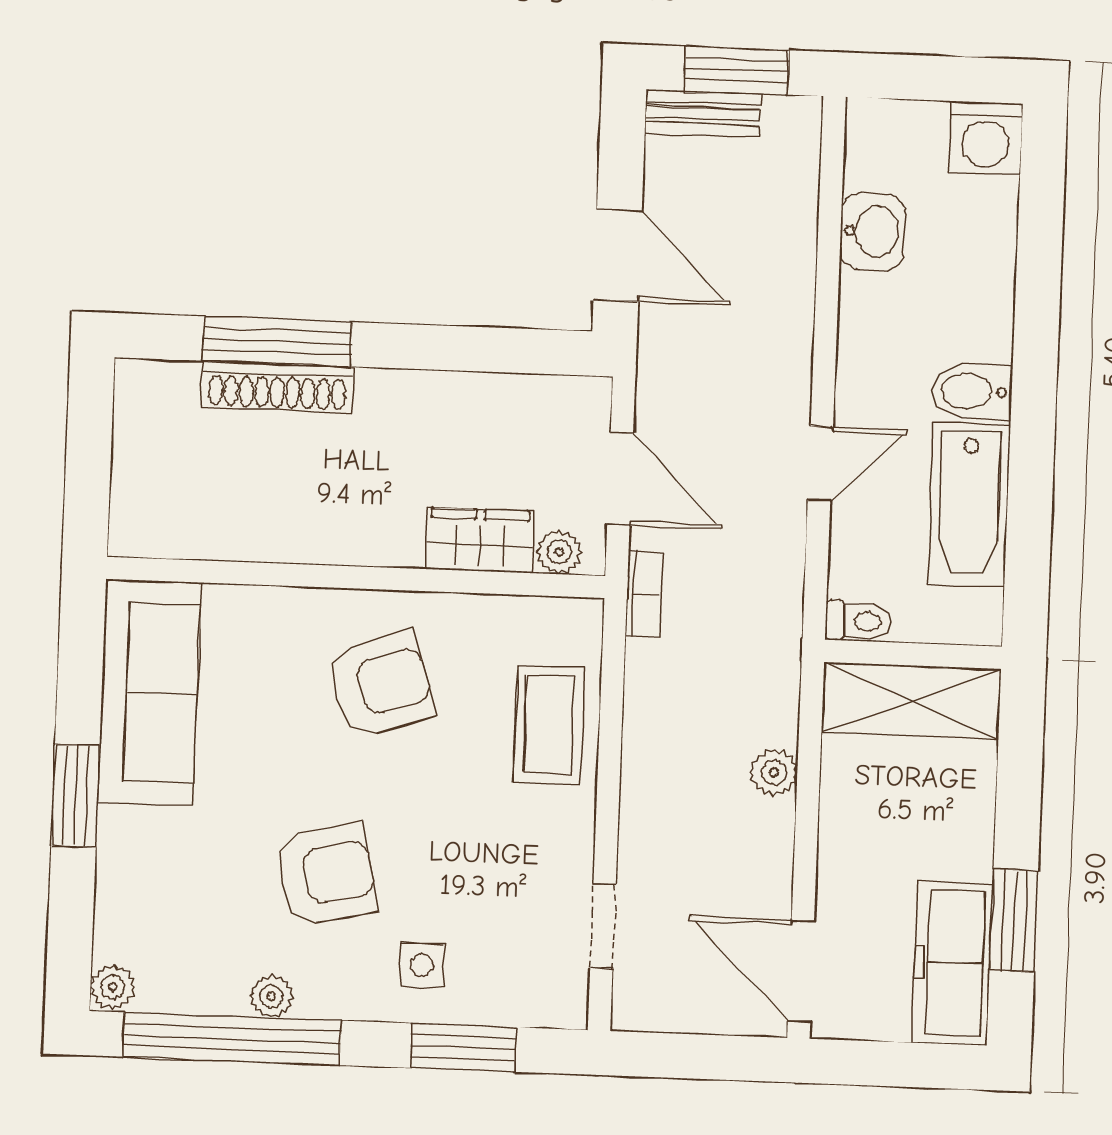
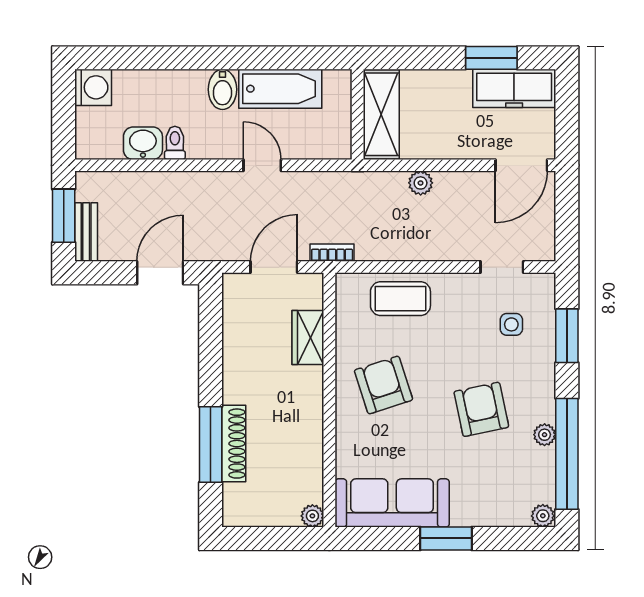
plant: (559, 552) -> (312, 516), moved
toilet: (858, 621) -> (175, 143), moved
side table: (422, 965) -> (511, 324), moved

